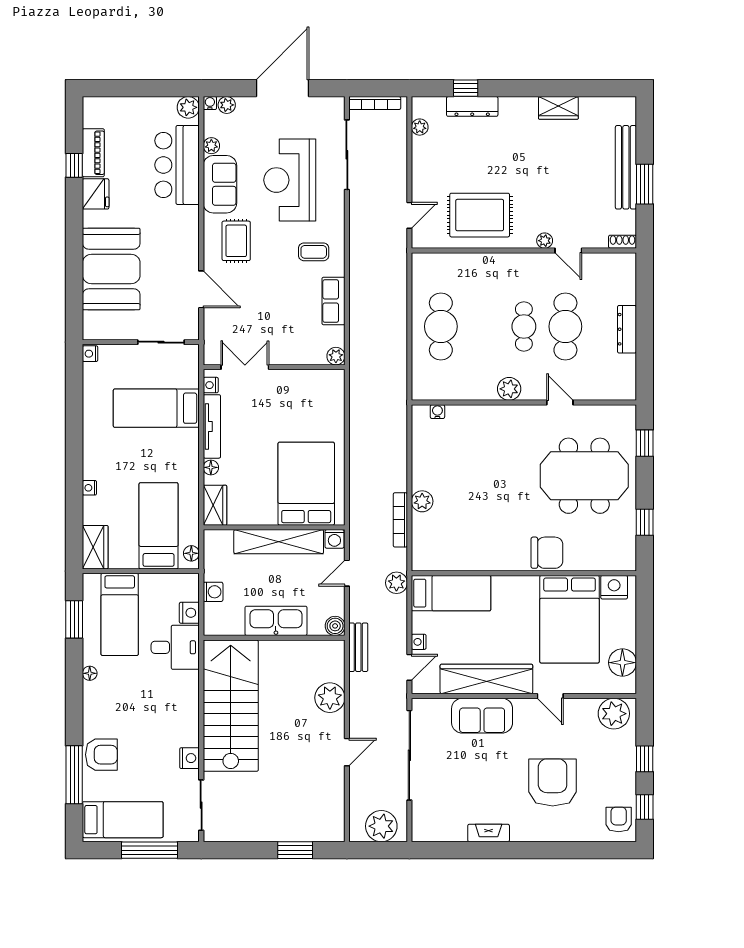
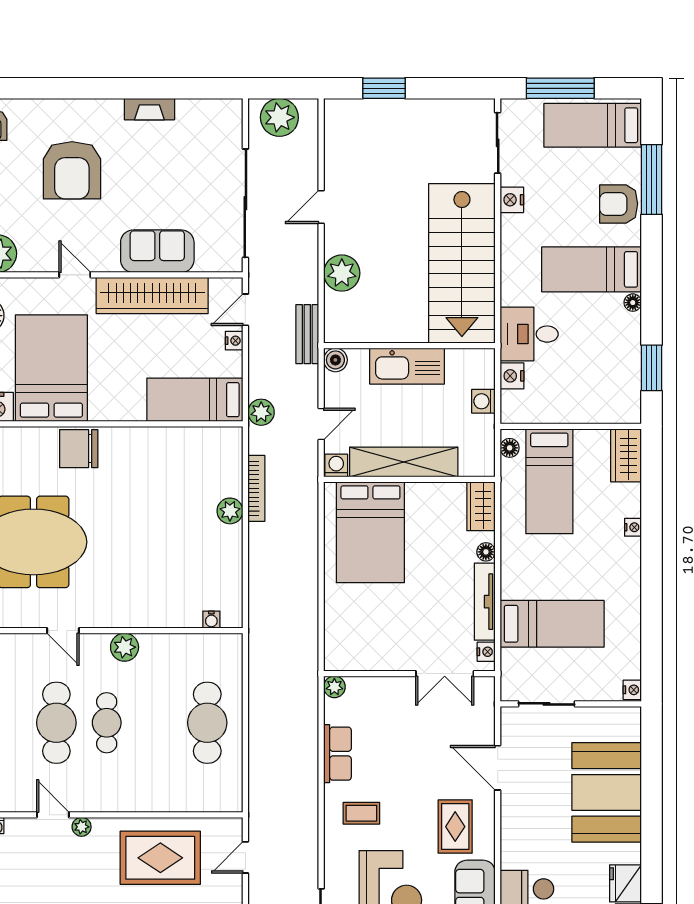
bed: (120, 614) -> (592, 269), moved, turned -90

